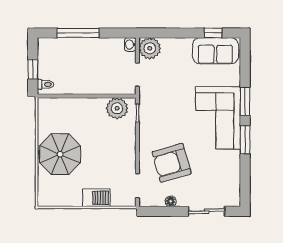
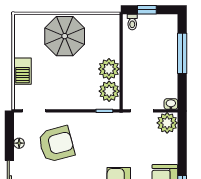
plant: (94, 109) -> (109, 69), added
armchair: (172, 163) -> (56, 144), turned 91

